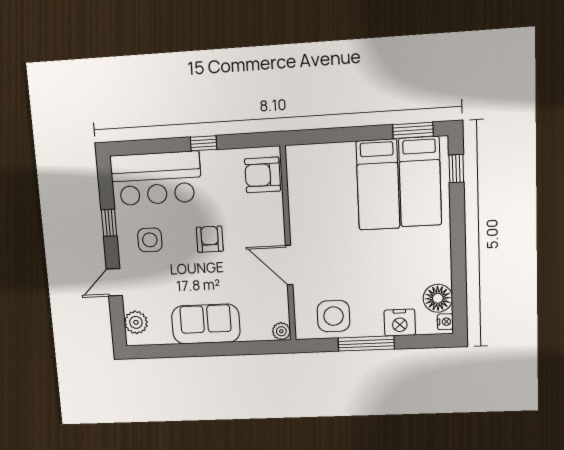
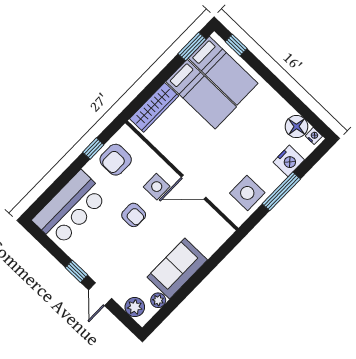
window: (204, 143) -> (93, 149), moved
wardrobe: (322, 156) -> (154, 107), added
armchair: (263, 175) -> (116, 160), moved
window: (109, 223) -> (76, 271), moved
armchair: (210, 239) -> (134, 215), turned 180
side table: (150, 240) -> (157, 187), moved
plant: (281, 331) -> (158, 300), moved

